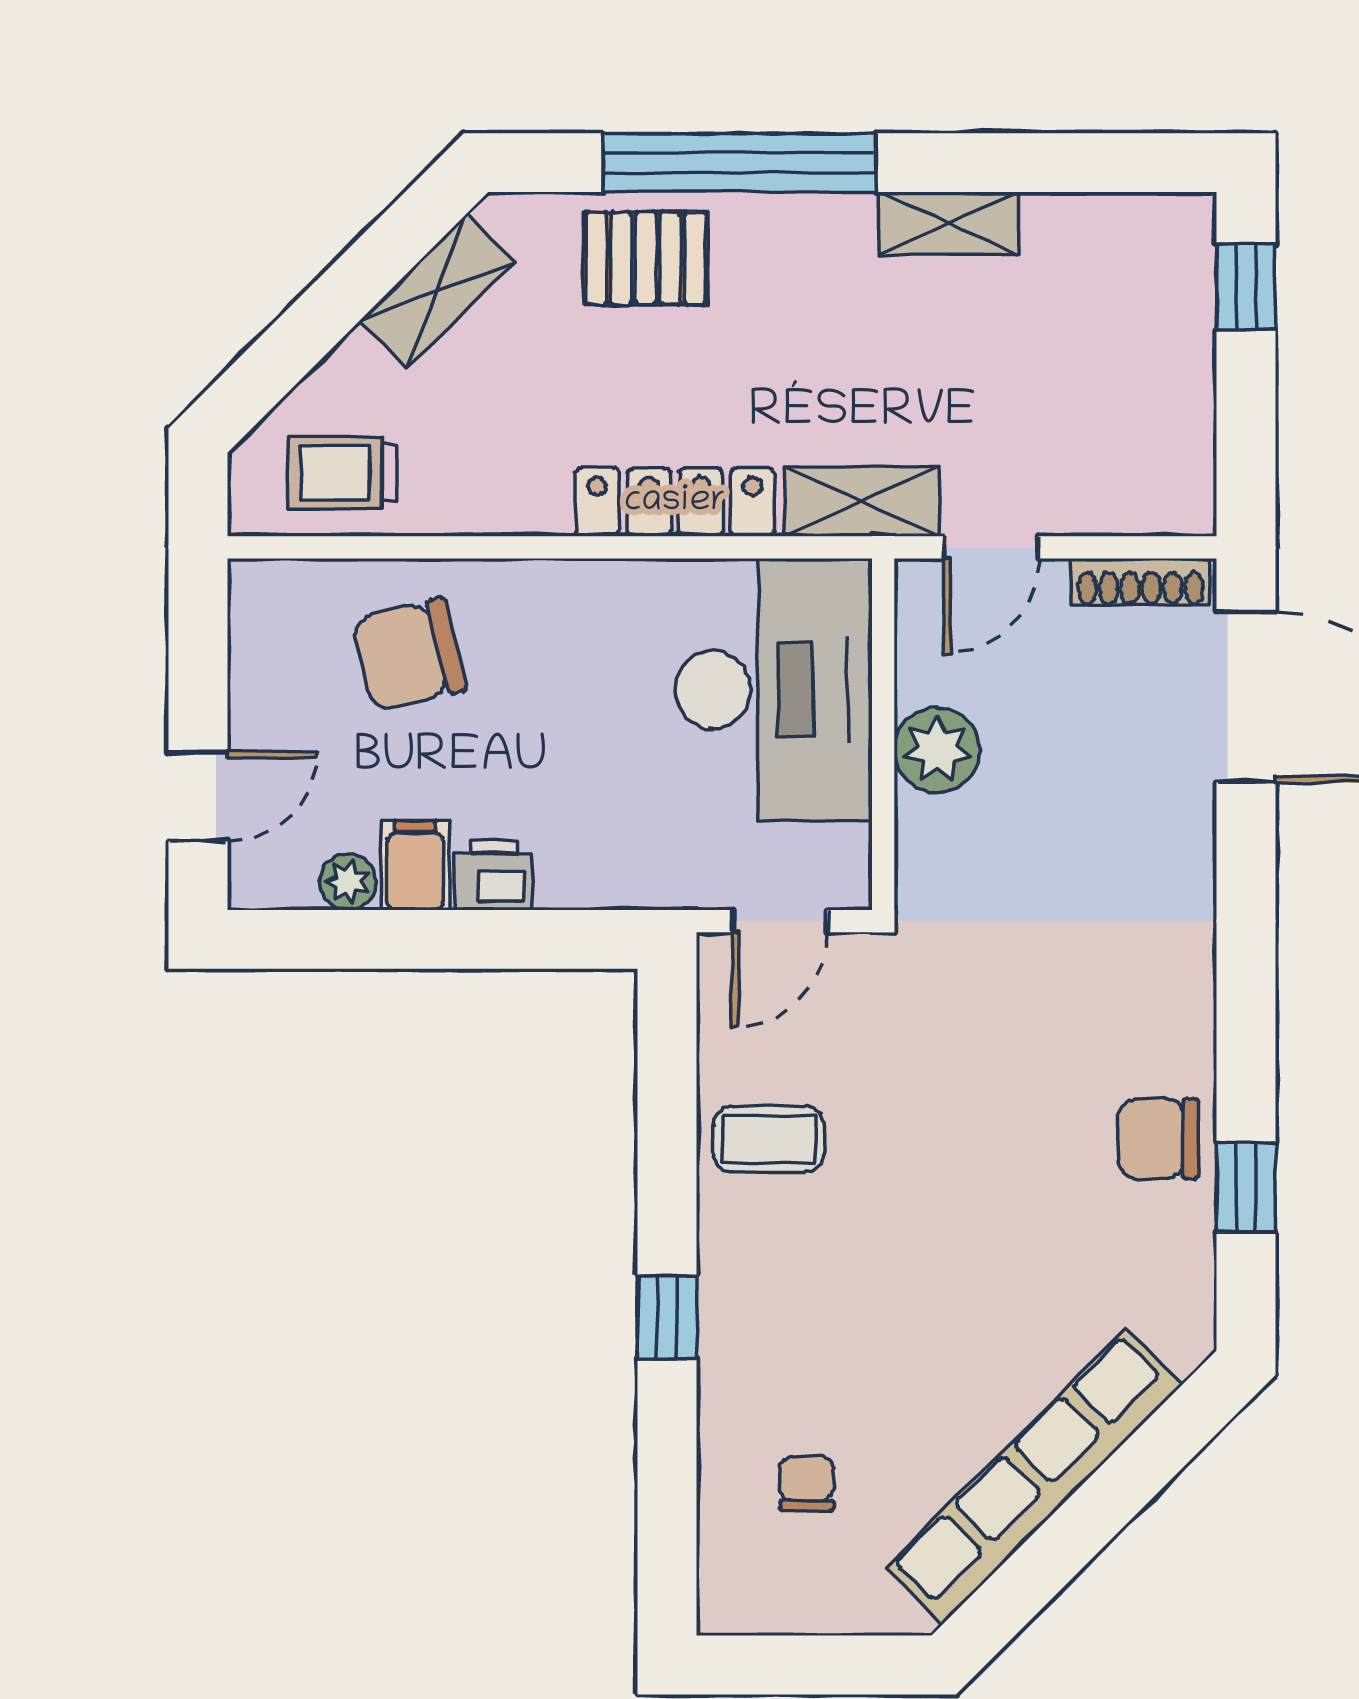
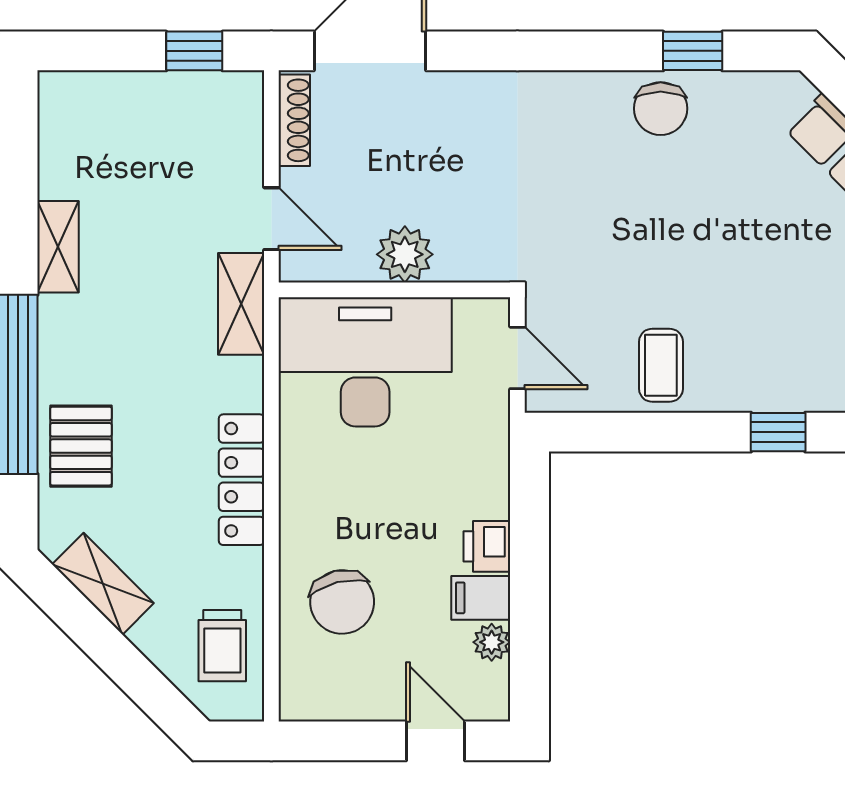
window: (1246, 287) -> (194, 51), moved
locker: (675, 502) -> (242, 480), moved

